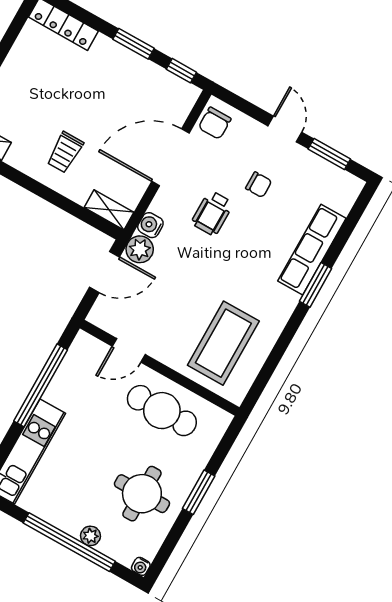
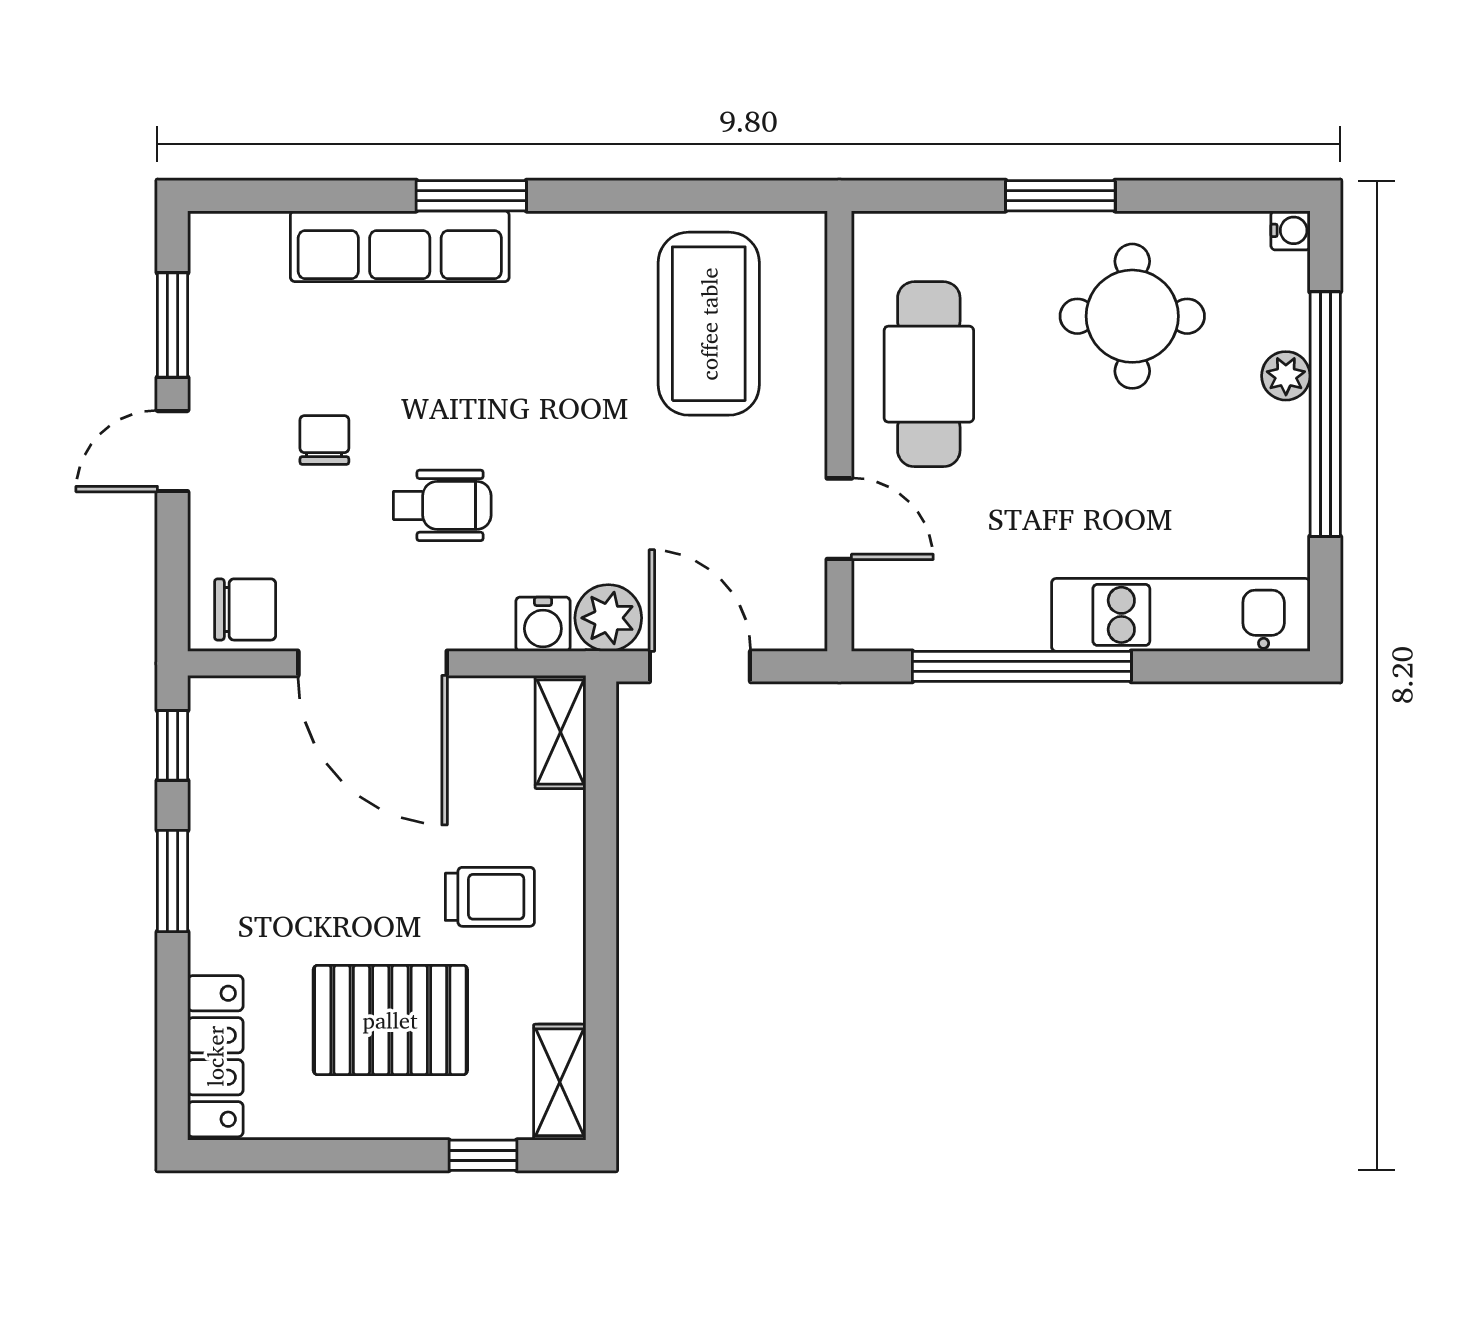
pallet: (41, 93) -> (390, 1020), added
coffee table: (223, 343) -> (709, 324), turned 90

